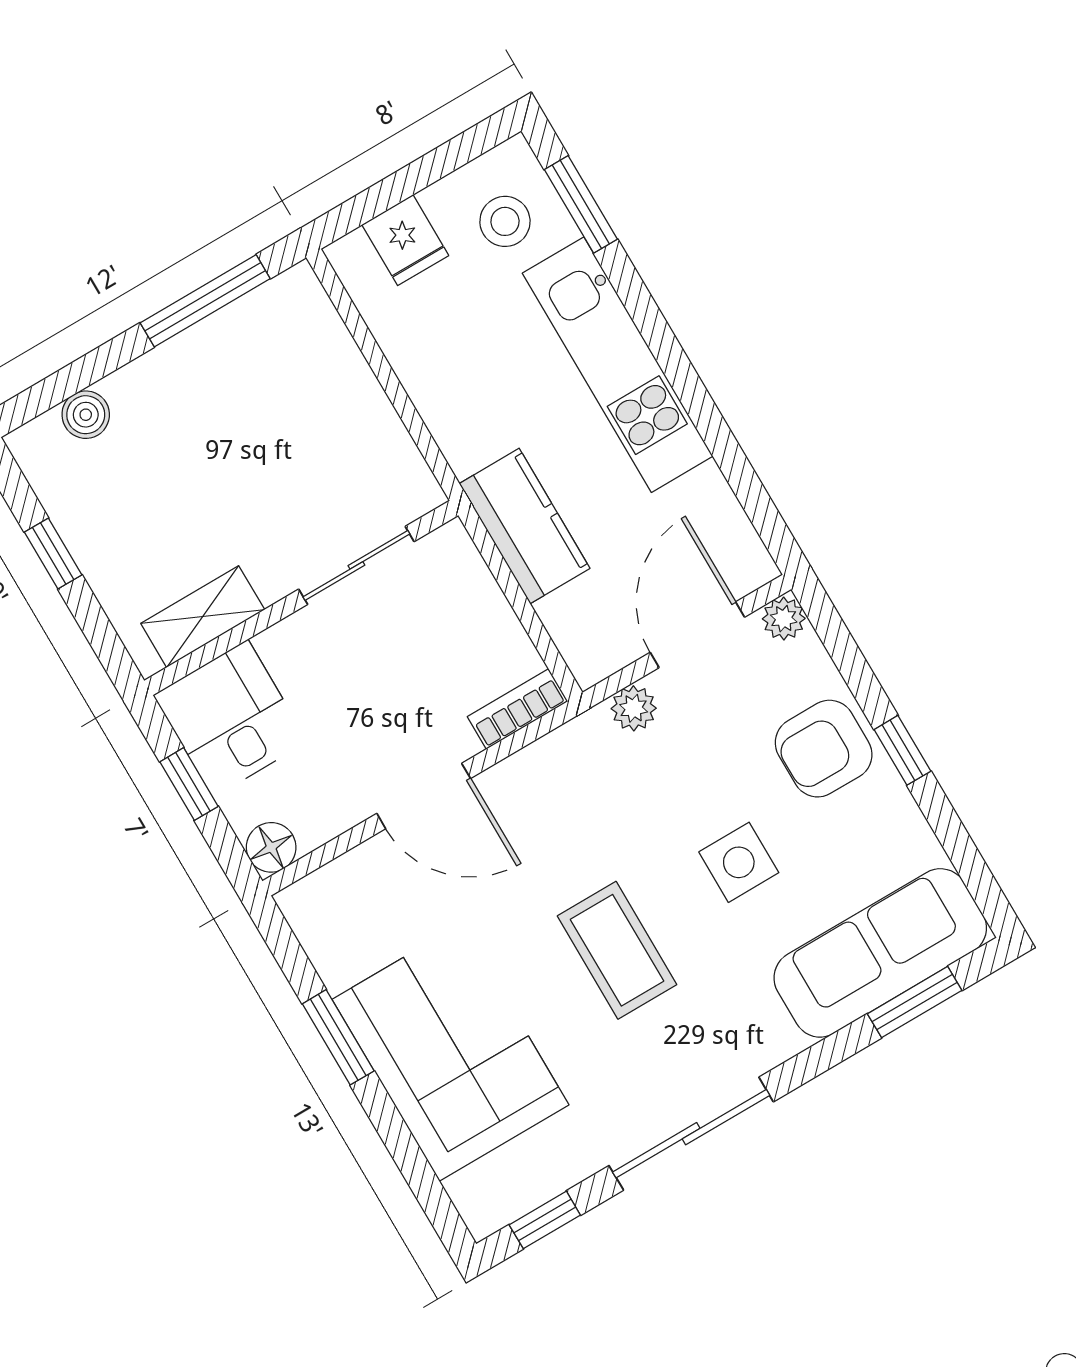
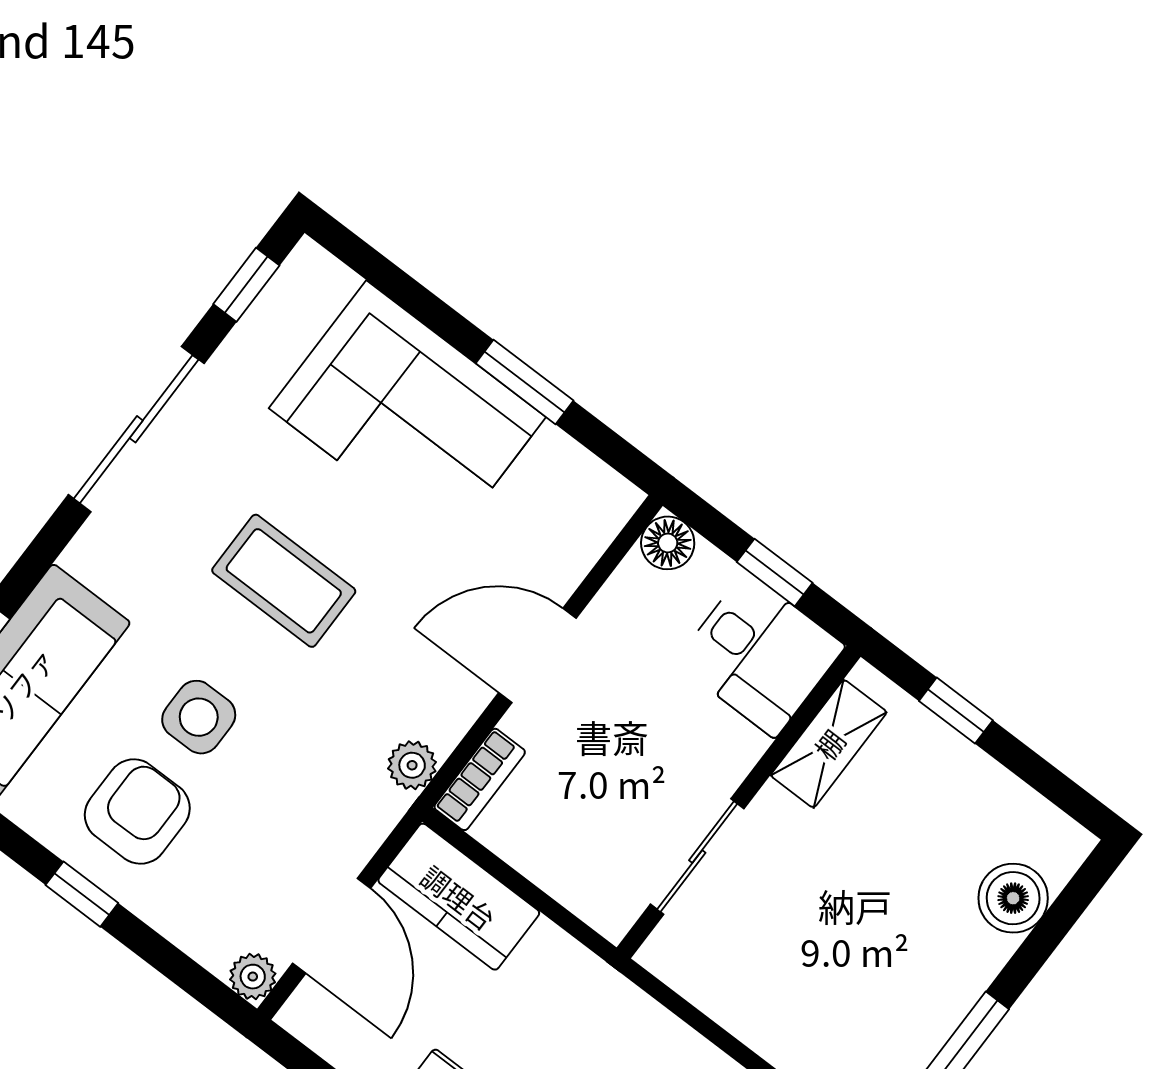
boiler: (86, 415) -> (1013, 898), width x1.36, depth x1.36
kitchen counter: (525, 526) -> (459, 897), moved
window: (53, 553) -> (956, 711), moved
plant: (634, 708) -> (412, 765), moved
armchair: (824, 749) -> (137, 812), moved

